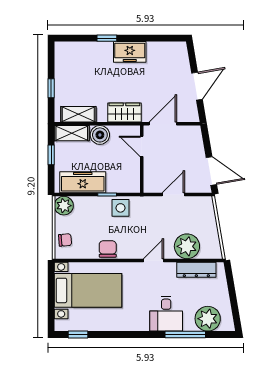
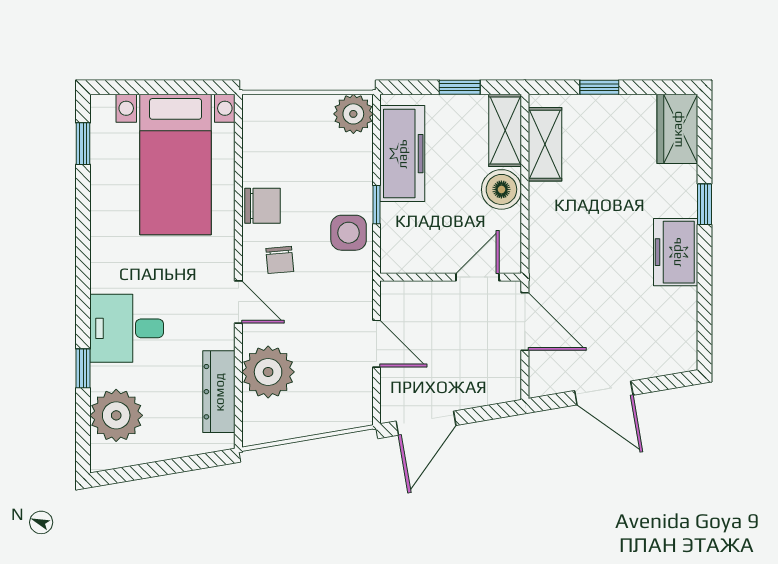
wardrobe: (124, 113) -> (677, 129), moved, turned 180
chair: (65, 240) -> (280, 260), moved
window: (185, 335) -> (83, 368), width x0.46

